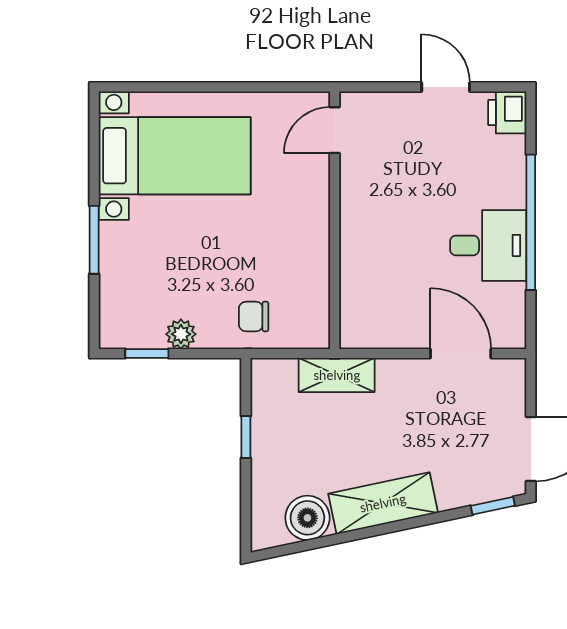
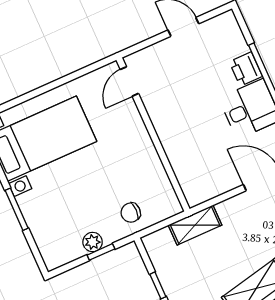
printer: (507, 112) -> (246, 69), moved
window: (147, 353) -> (101, 252), moved

